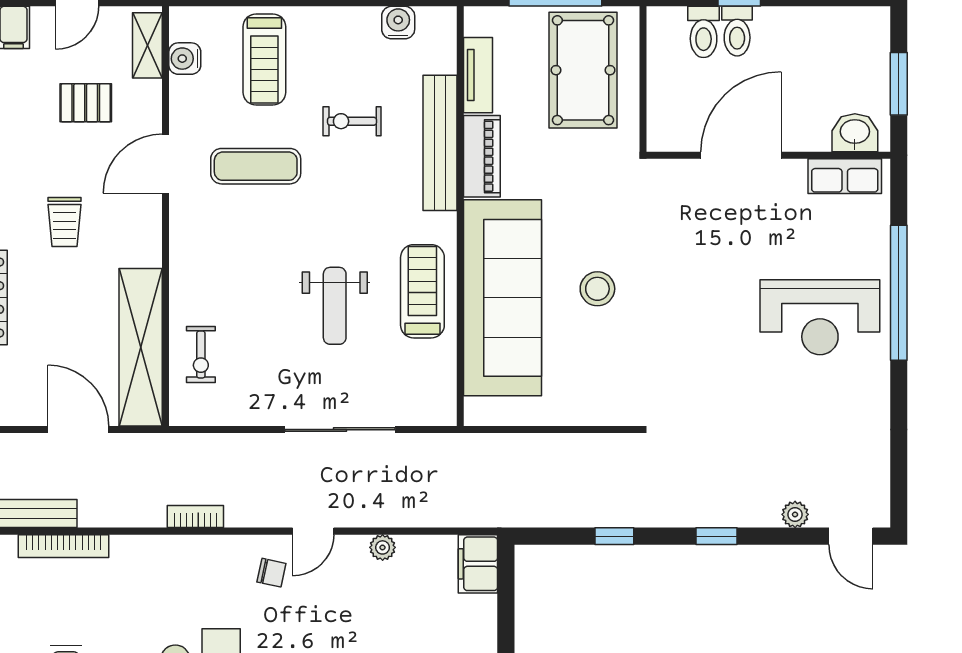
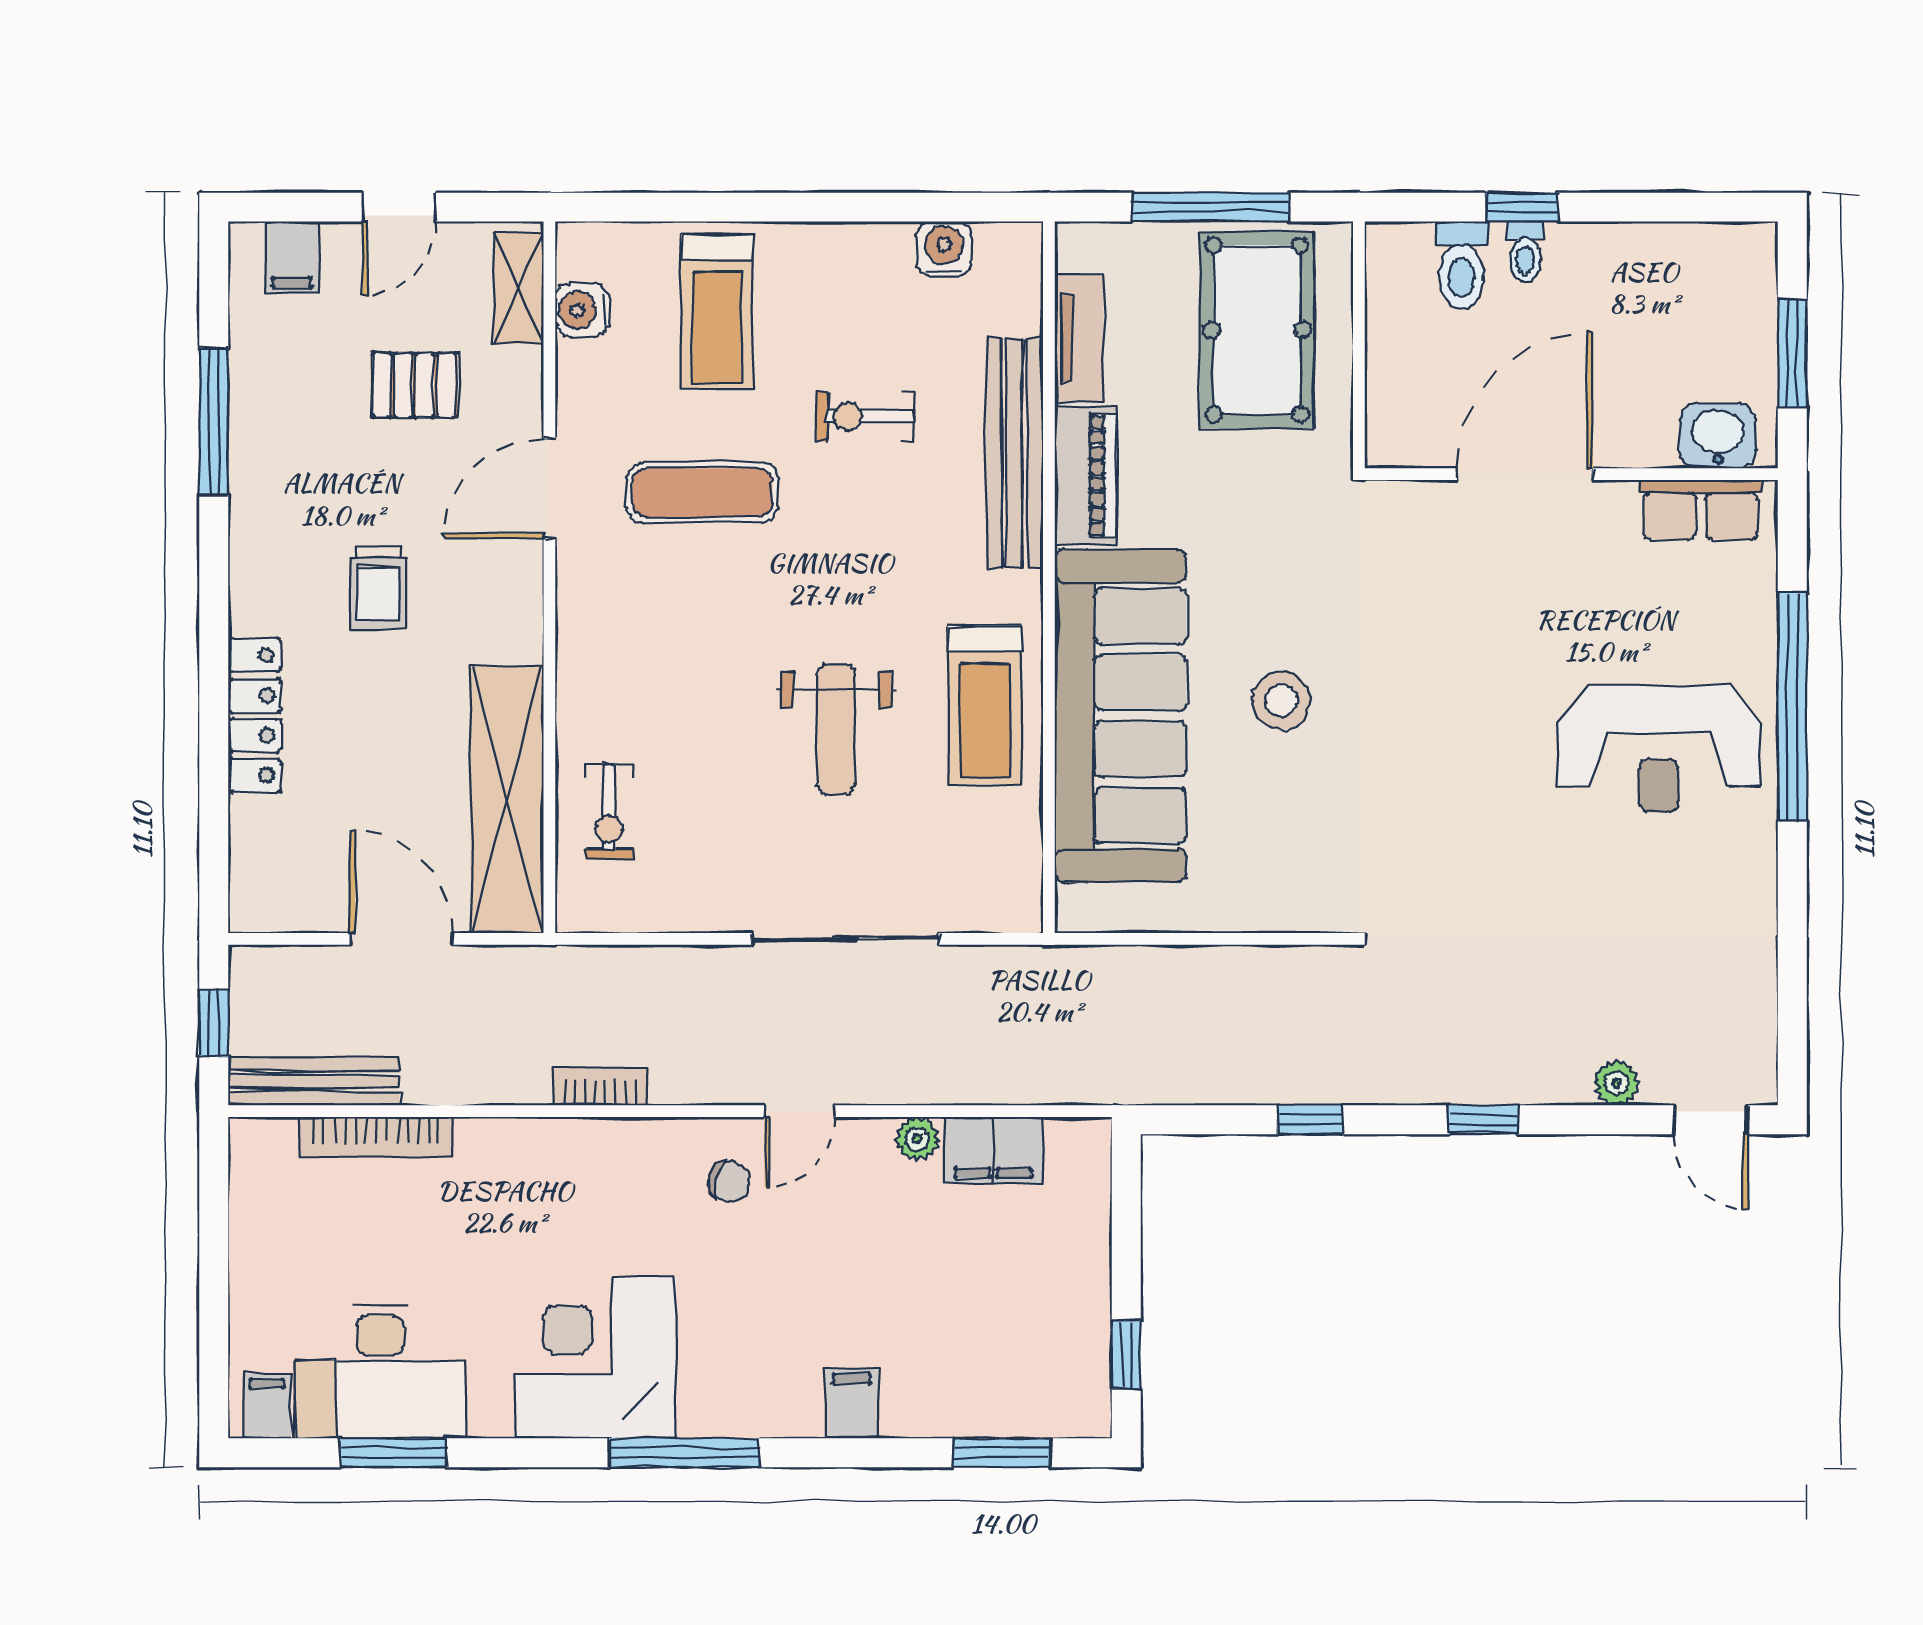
toilet: (737, 31) -> (1525, 252), width x0.73, depth x0.72
treadmill: (422, 291) -> (985, 705), turned 180
filing cabinet: (478, 564) -> (993, 1150), moved, turned -90

